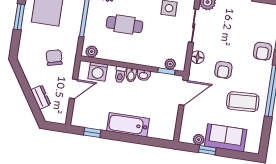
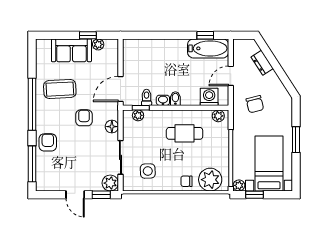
cafe table: (124, 25) -> (185, 133), moved
toilet: (120, 75) -> (147, 97), moved
bathtub: (128, 125) -> (208, 48), moved

